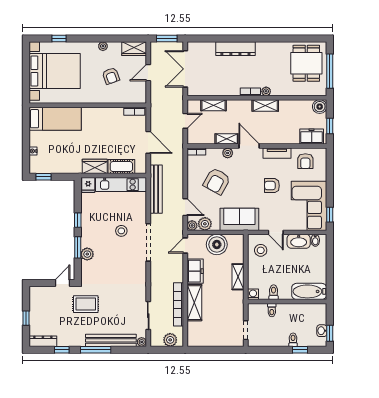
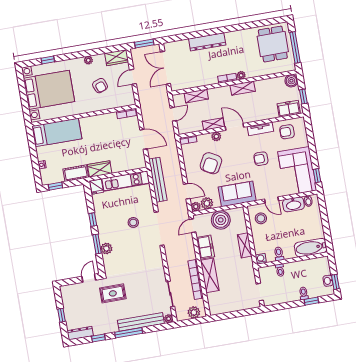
armchair: (305, 161) -> (287, 132), turned 90
cot: (121, 167) -> (76, 173), moved

